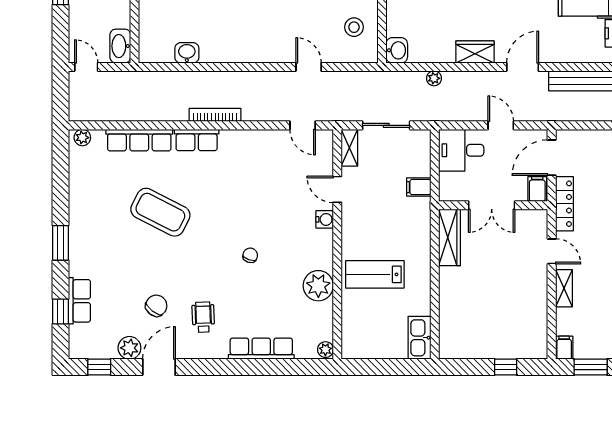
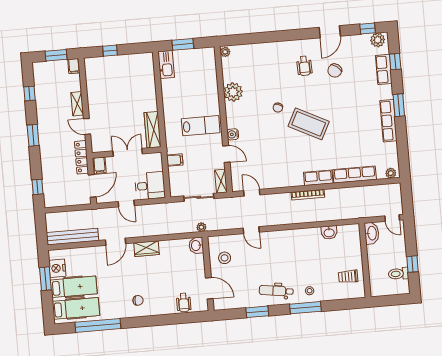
plant: (434, 78) -> (201, 227), moved
coffee table: (160, 212) -> (309, 124), moved
lab bench: (375, 274) -> (201, 126), moved
plant: (129, 348) -> (378, 40), moved
row of seats: (261, 349) -> (388, 121), moved, turned 90
window: (391, 367) -> (183, 44), added

